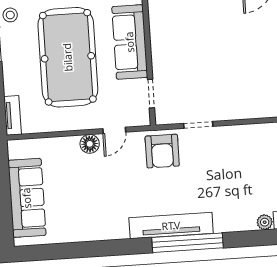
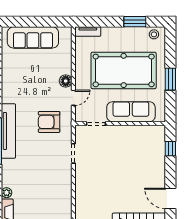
door: (114, 130) -> (73, 98), swing flipped
armchair: (162, 151) -> (49, 122), moved

